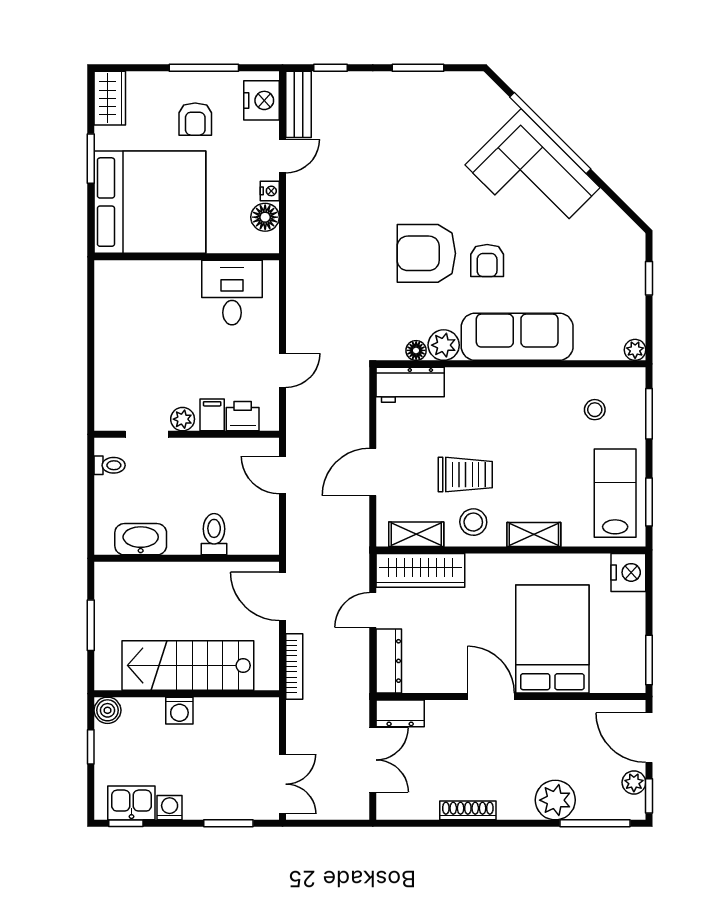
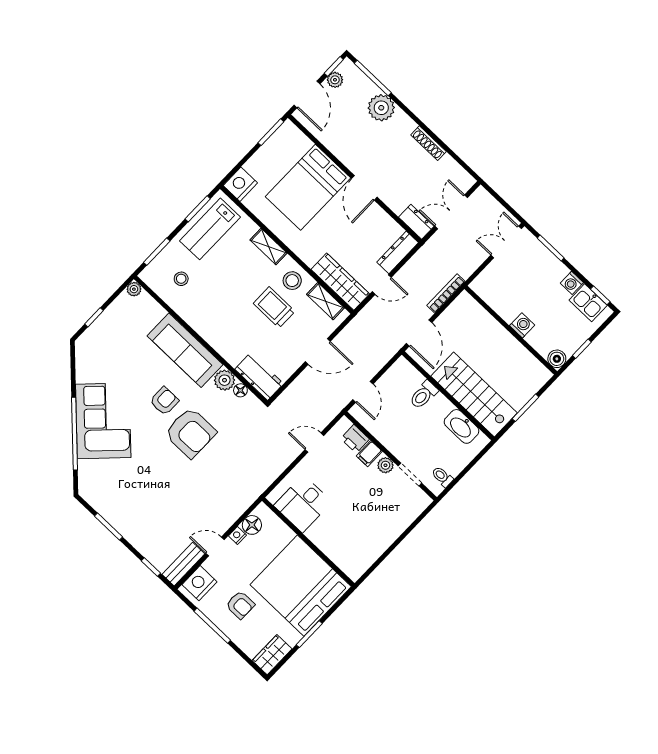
armchair: (195, 119) -> (240, 605), turned 90
stairs: (188, 665) -> (474, 394), moved, turned 180

